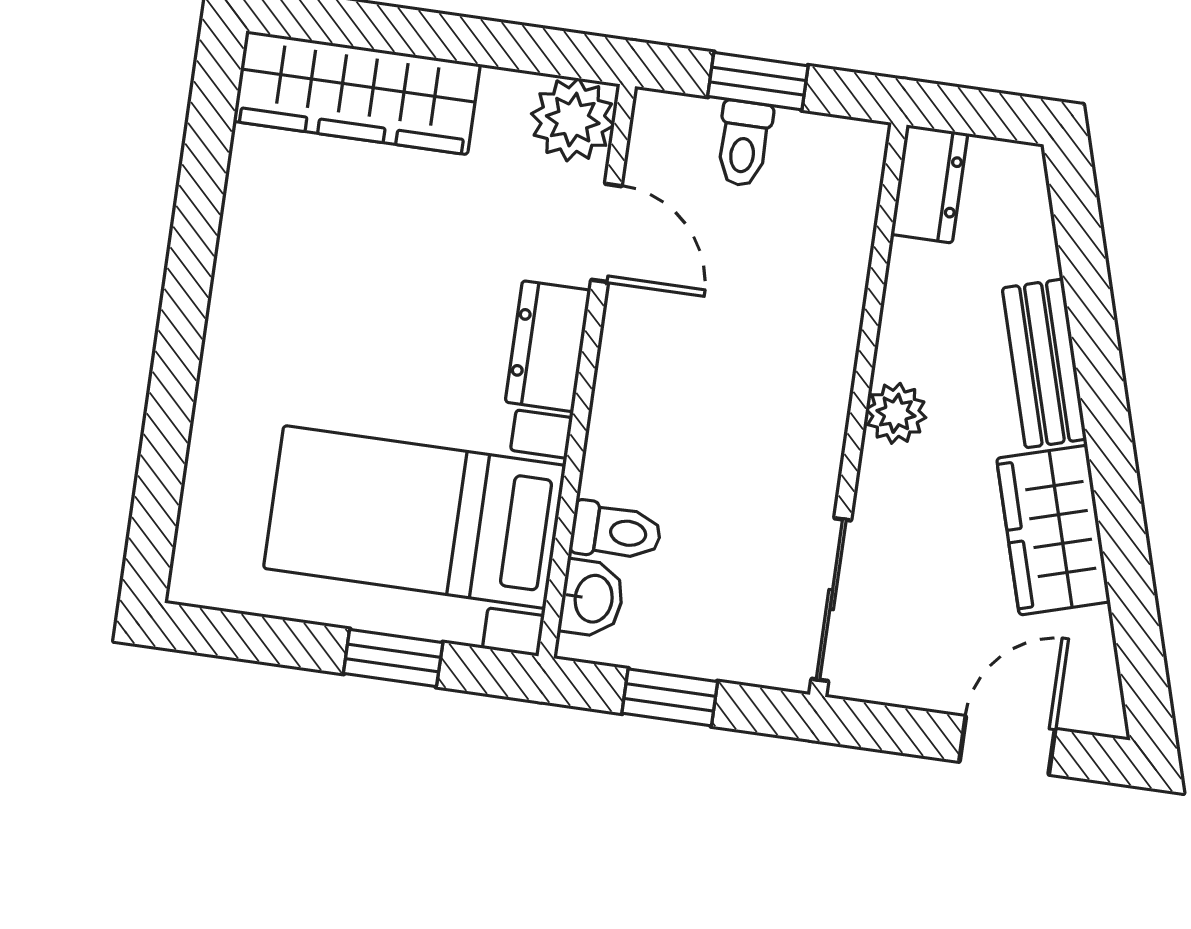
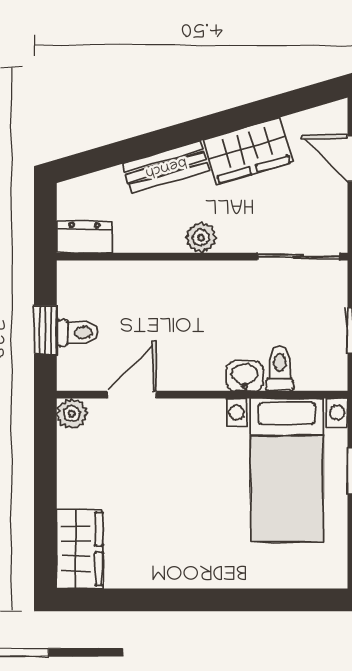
wardrobe: (357, 93) -> (80, 549), width x0.67
plant: (573, 120) -> (72, 414), width x0.73, depth x0.73
dresser: (548, 346) -> (192, 416), removed
washbasin: (592, 598) -> (245, 376), moved

